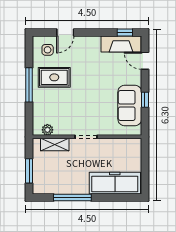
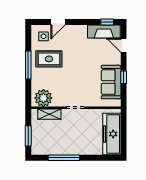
plant: (47, 130) -> (43, 98), width x1.88, depth x1.88
freezer: (115, 183) -> (112, 134), moved, turned -90

